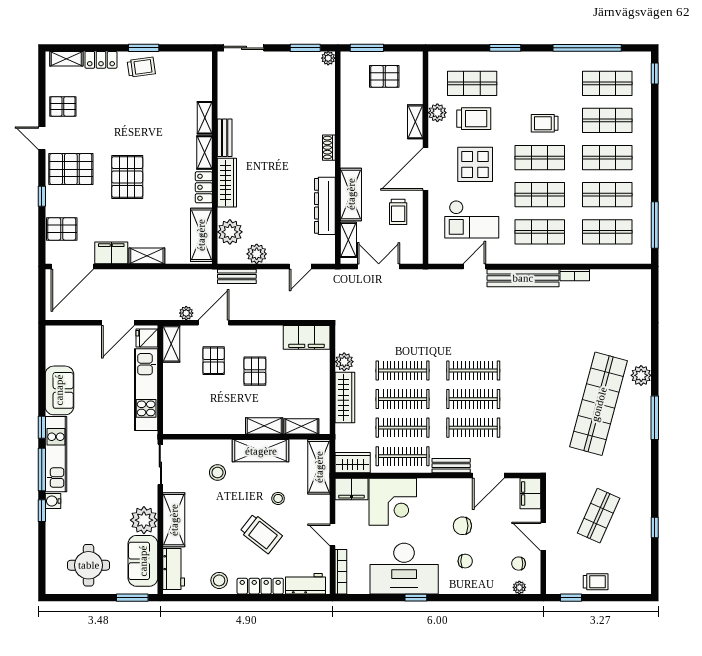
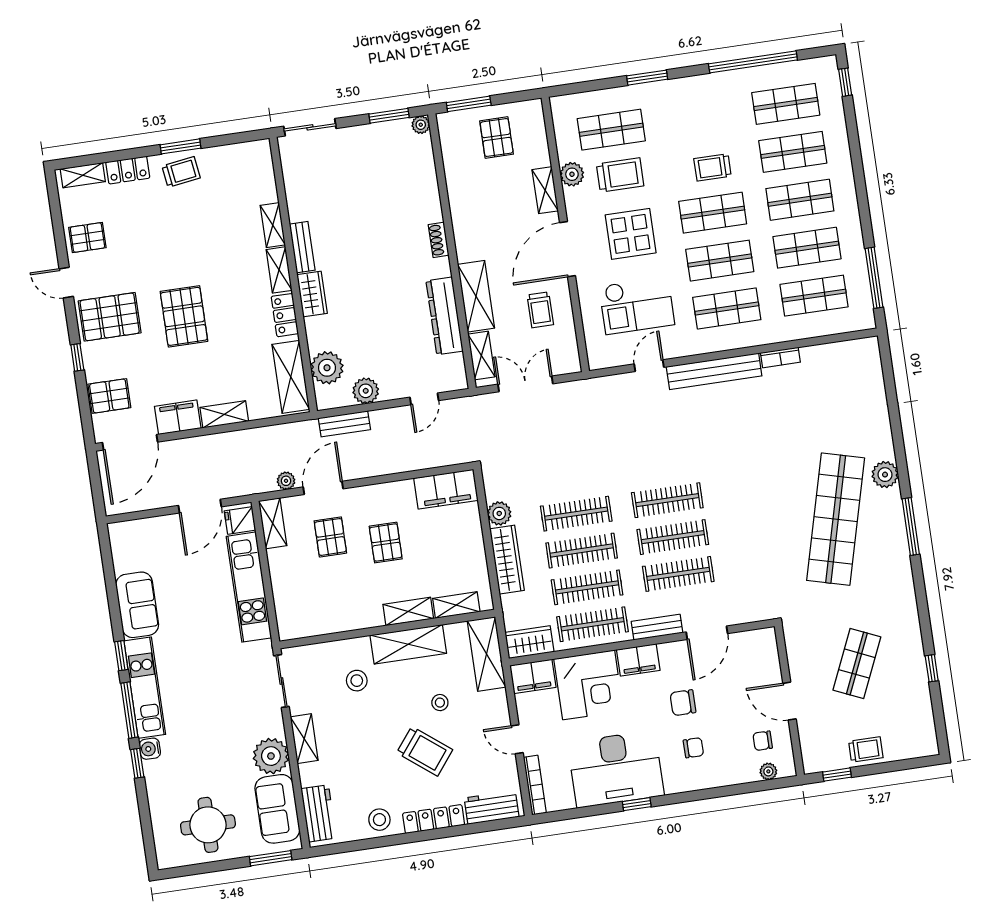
pallet: (384, 76) -> (497, 138), turned 90
wardrobe: (227, 183) -> (312, 294), width x0.67
filing cabinet: (530, 494) -> (638, 660), moved, turned -90
shelving: (174, 520) -> (304, 739), width x0.67, depth x0.75

